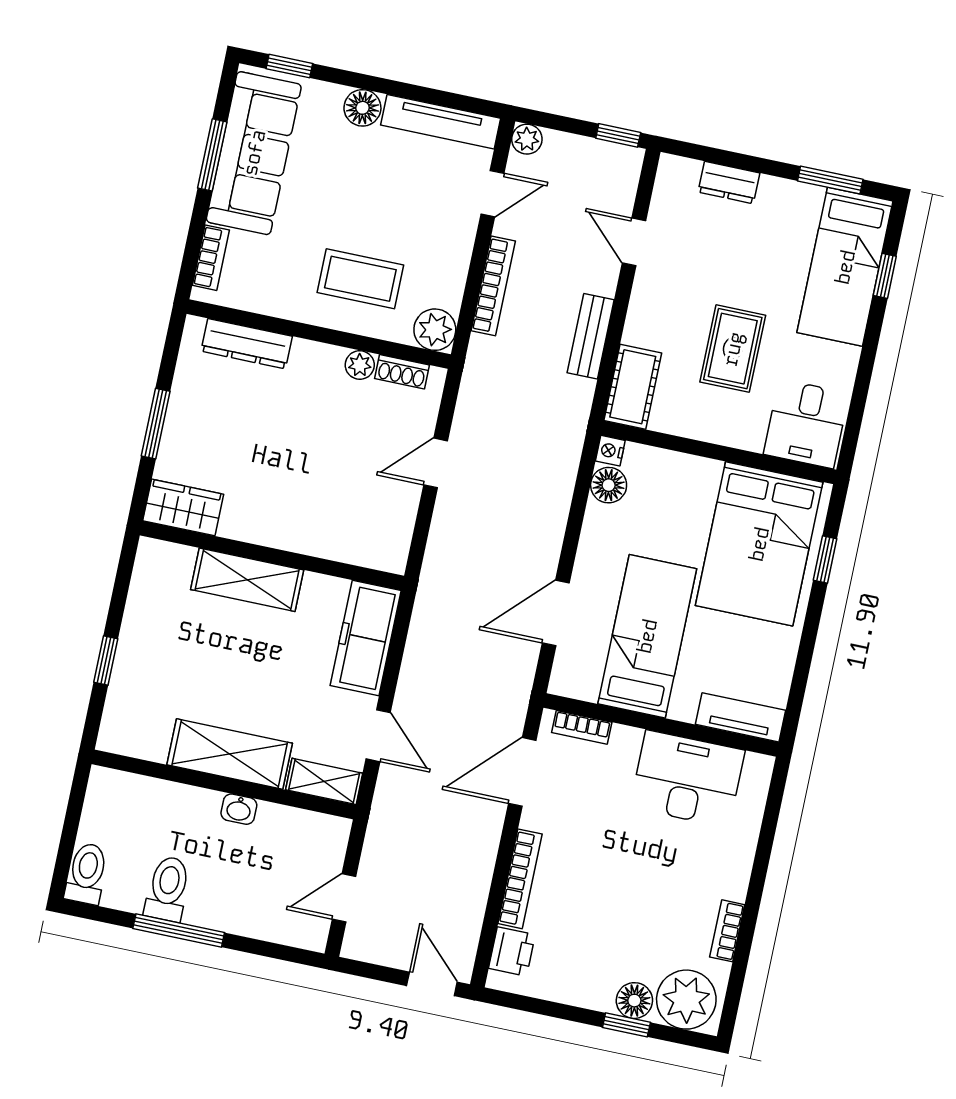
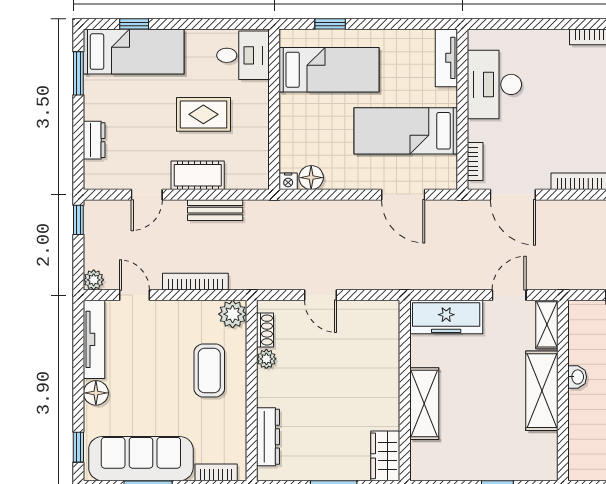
cot: (633, 387) -> (198, 175), moved
bed: (759, 544) -> (329, 70), width x0.67

